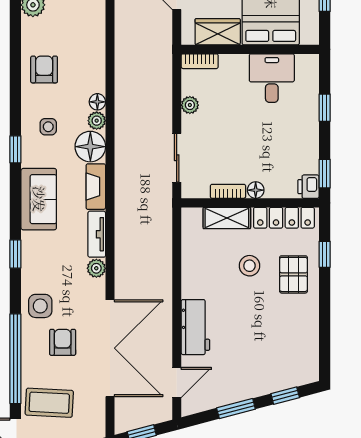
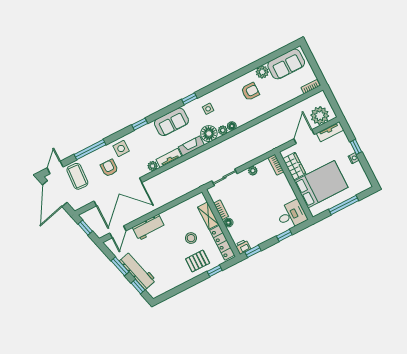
armchair: (44, 69) -> (250, 91), moved
desk: (272, 78) -> (291, 215), moved
armchair: (63, 342) -> (109, 168), turned -90
window: (15, 359) -> (90, 150), width x0.68
door: (177, 383) -> (118, 232), hinge flipped
workbench: (258, 383) -> (138, 271), added

